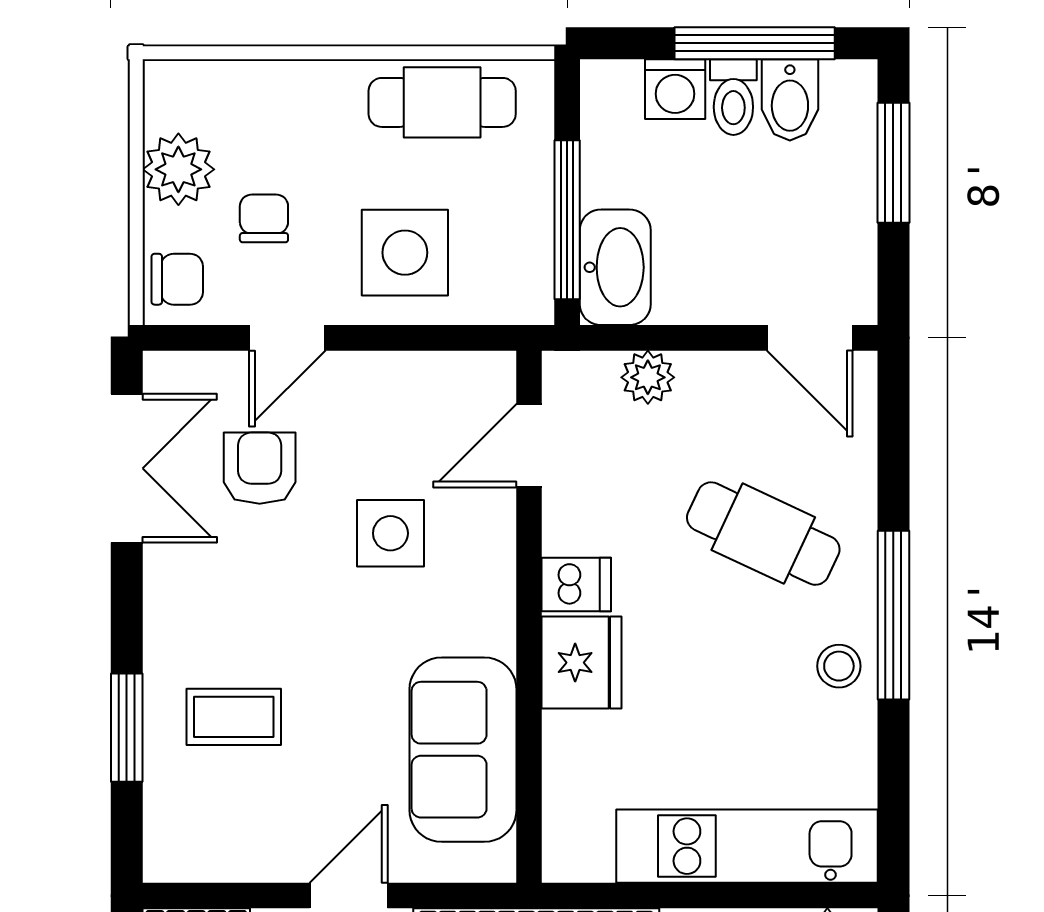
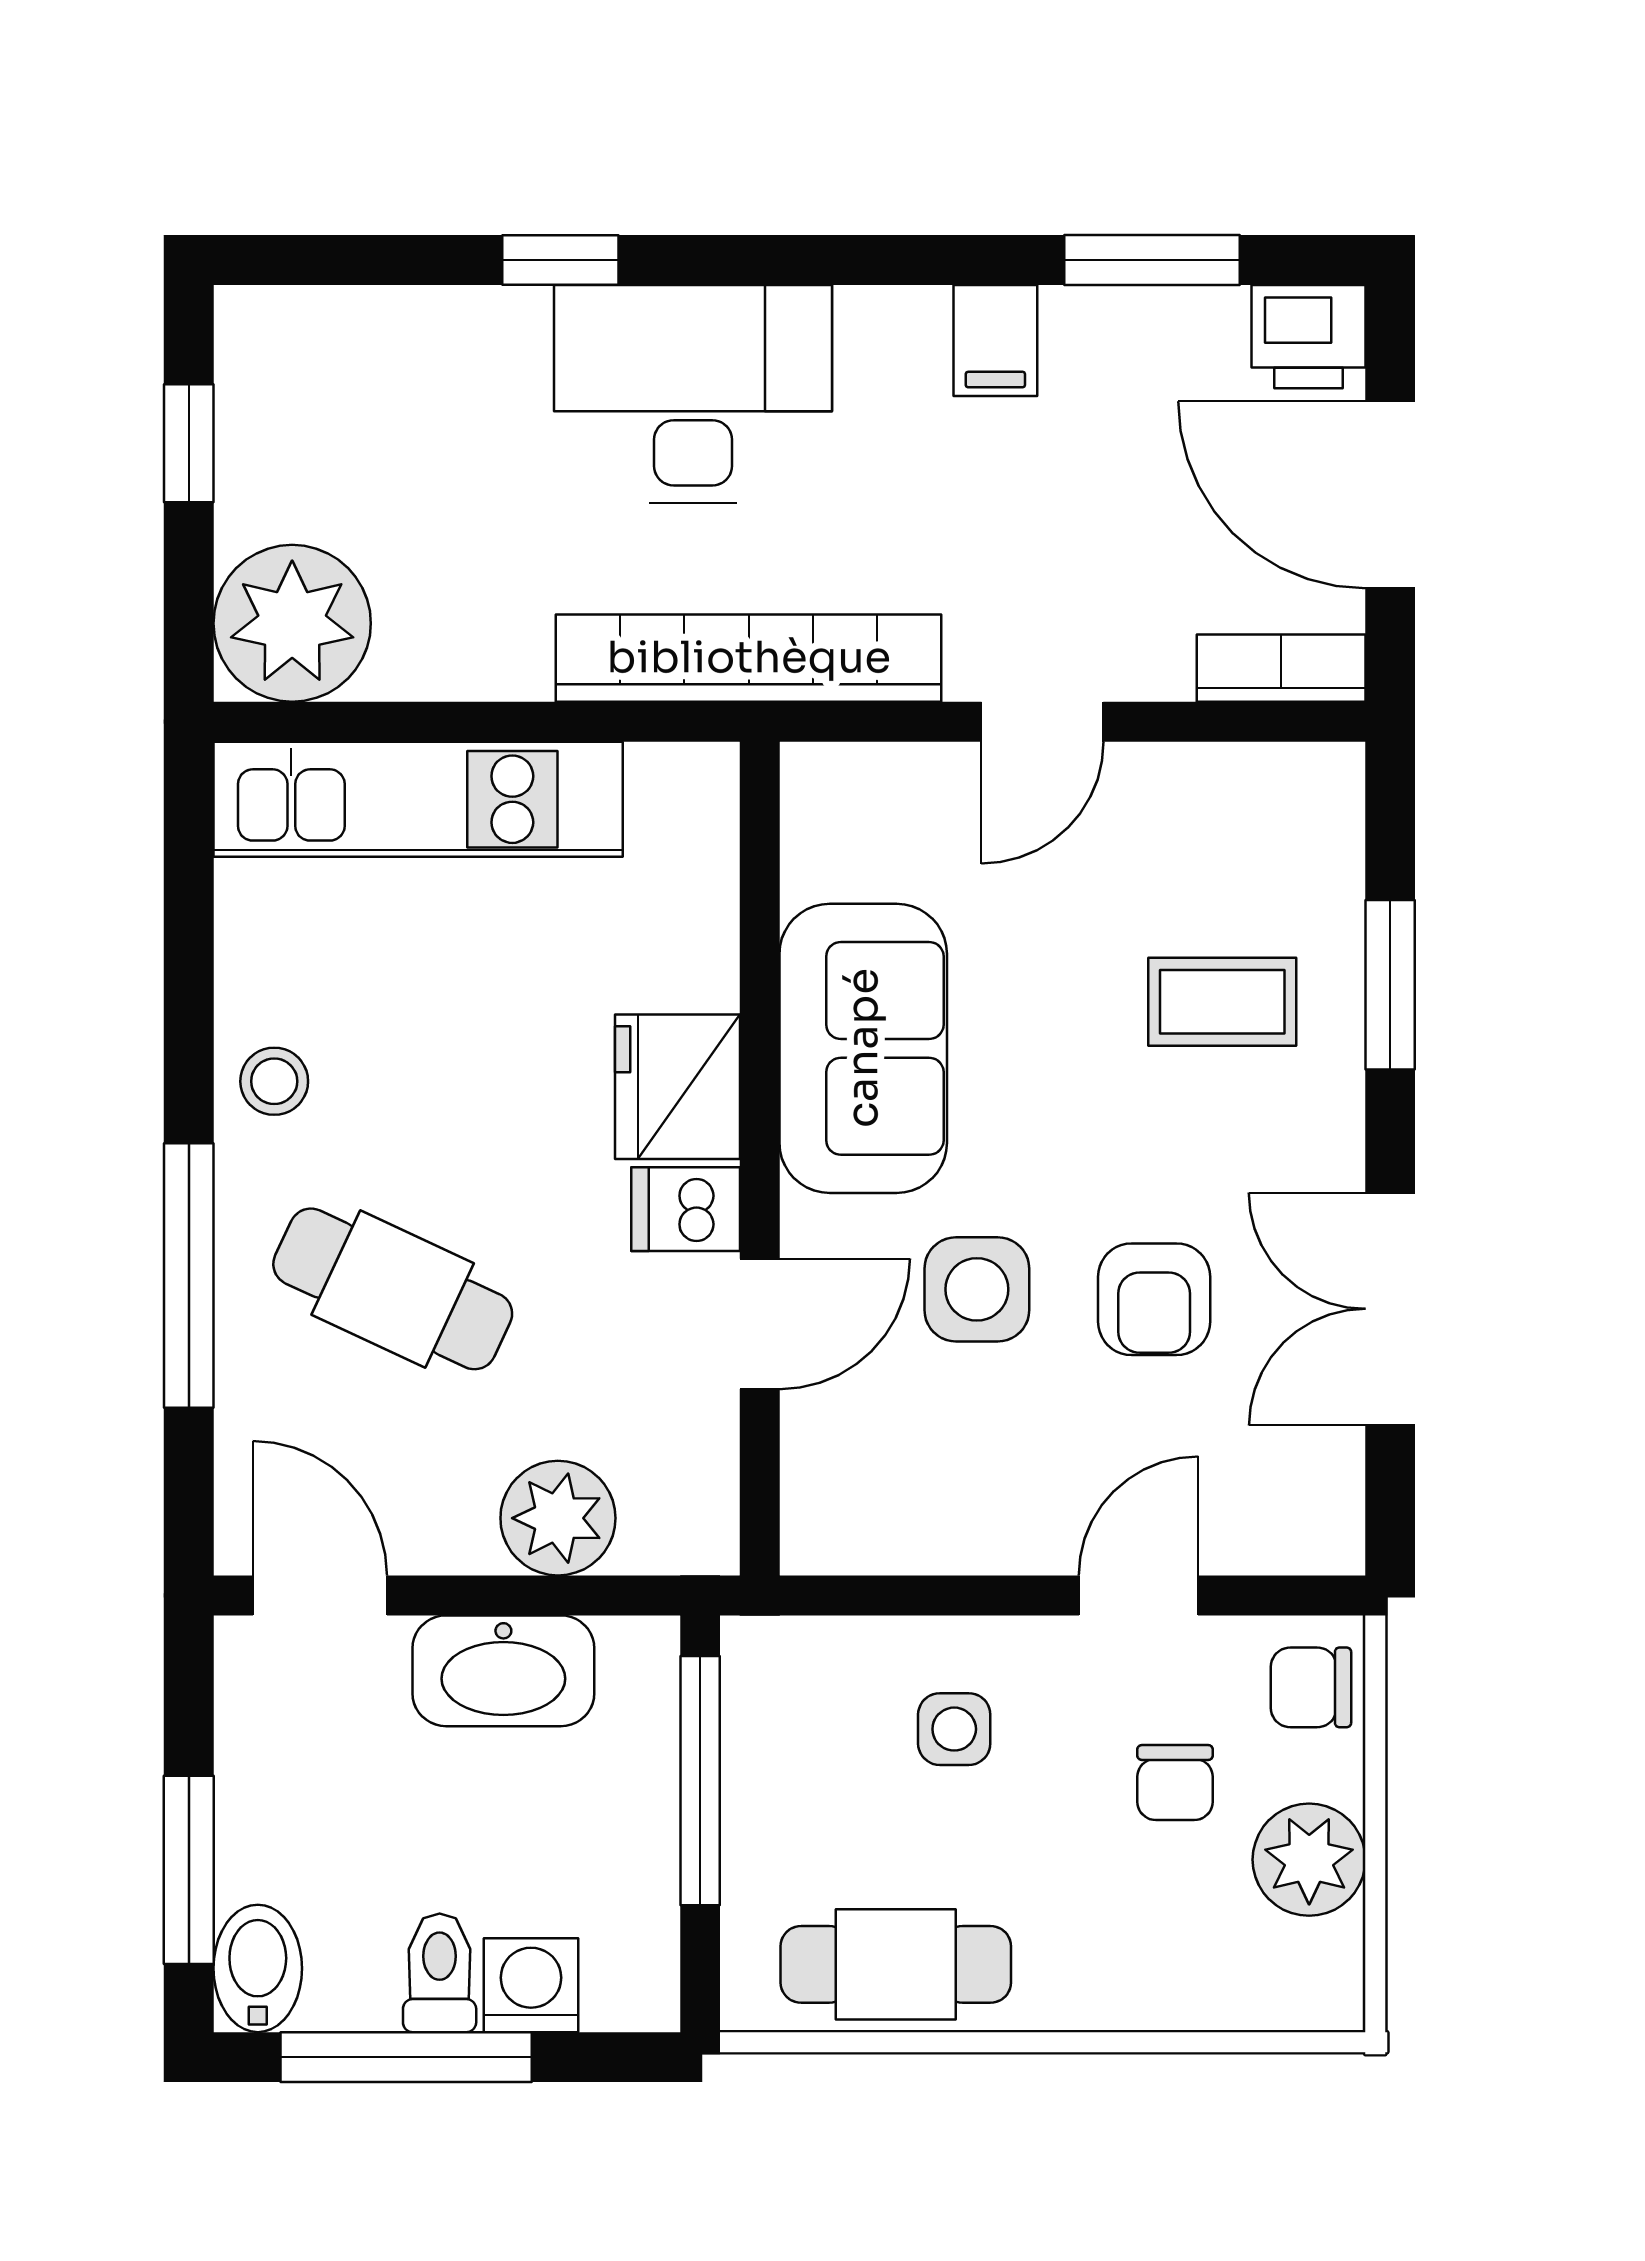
bidet: (790, 100) -> (258, 1968), moved
side table: (405, 253) -> (954, 1729), width x0.54, depth x0.54
washbasin: (615, 267) -> (503, 1671), moved, turned -90
plant: (648, 377) -> (558, 1518), width x1.38, depth x1.38
door: (529, 446) -> (760, 1324), moved
double door: (127, 468) -> (1390, 1309), moved
armchair: (260, 468) -> (1154, 1299), moved
window: (893, 615) -> (189, 1276), moved
sofa: (463, 750) -> (863, 1048), moved

